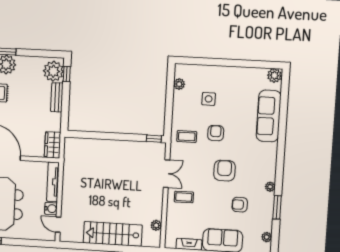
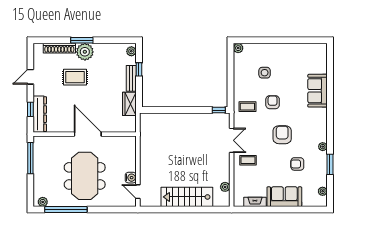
plant: (53, 71) -> (131, 51), width x0.53, depth x0.53
window: (67, 74) -> (139, 69), moved
plant: (274, 75) -> (320, 49), removed
plant: (179, 84) -> (238, 48), moved
sofa: (269, 116) -> (318, 91), width x0.73
wardrobe: (53, 145) -> (129, 104), moved
tv unit: (53, 182) -> (131, 154), removed

